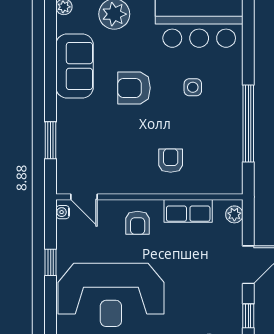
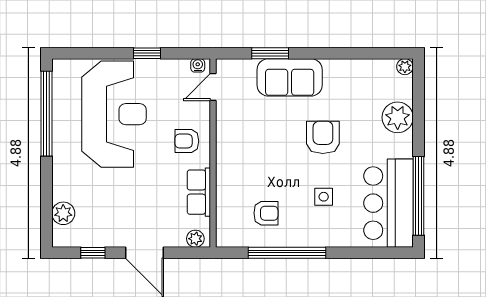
sofa: (75, 66) -> (290, 77), moved
armchair: (171, 161) -> (266, 213), moved
reception desk: (111, 295) -> (114, 114), turned 180

